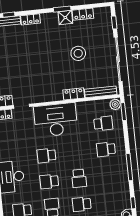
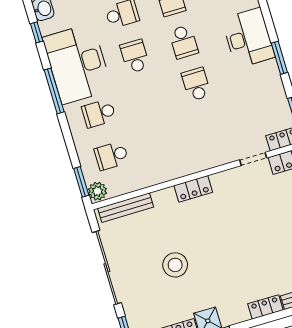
locker: (74, 94) -> (193, 189), moved
desk: (56, 120) -> (77, 64), moved, turned 90
school desk: (106, 149) -> (99, 113), turned 180
school desk: (46, 156) -> (196, 84), turned -90
school desk: (49, 181) -> (184, 42), turned 90

